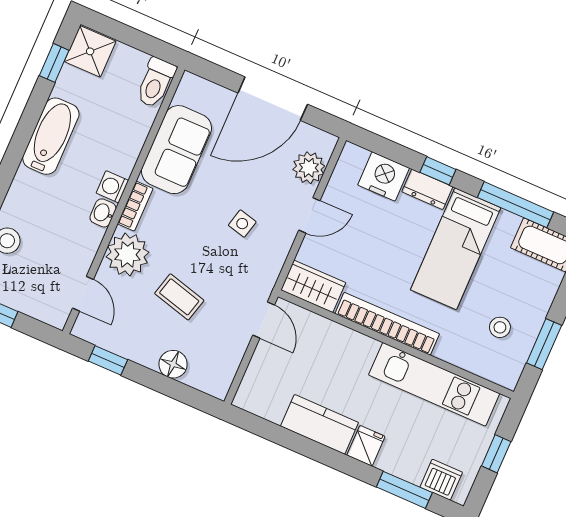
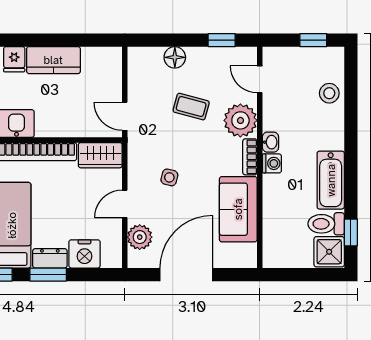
toilet: (156, 83) -> (326, 224), moved, turned -90
window: (438, 171) -> (48, 275), width x1.50

